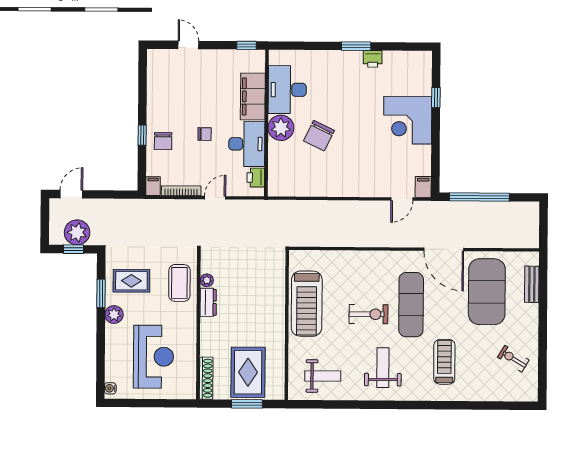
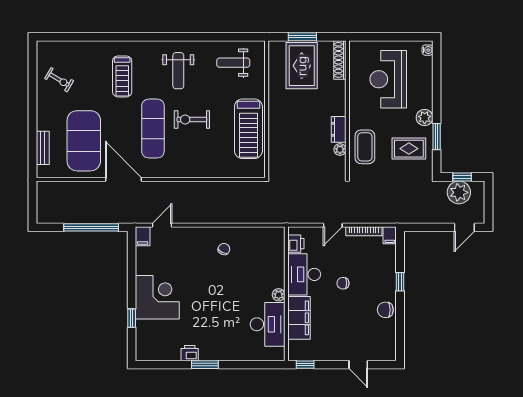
plant: (281, 128) -> (279, 295), width x0.53, depth x0.53
chair: (319, 136) -> (224, 249), moved, width x0.54, depth x0.54
chair: (163, 141) -> (385, 310), moved, turned -90
treadmill: (307, 304) -> (248, 129), turned 180

